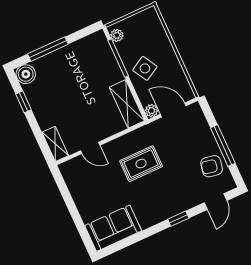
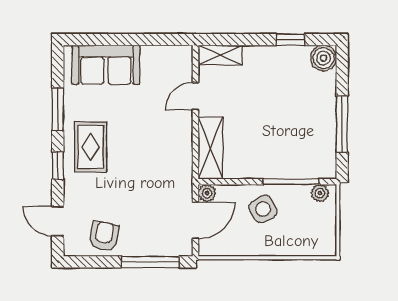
window: (48, 49) -> (342, 124), moved
shelving: (127, 104) -> (211, 148), moved, turned 90
window: (223, 146) -> (150, 262), moved
rug: (141, 164) -> (91, 147), moved
sofa: (113, 228) -> (106, 65), moved, turned 90
window: (141, 236) -> (58, 109), added

